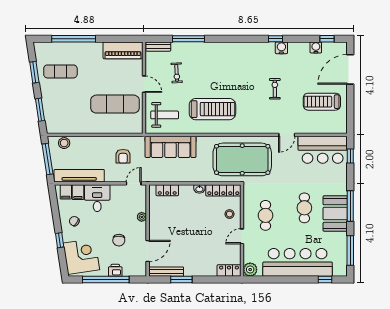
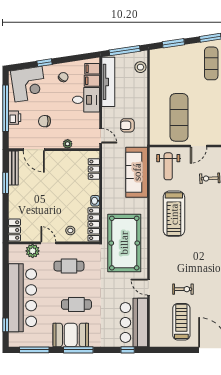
exercise bike: (275, 89) -> (183, 289), moved
plant: (250, 270) -> (33, 251), moved

